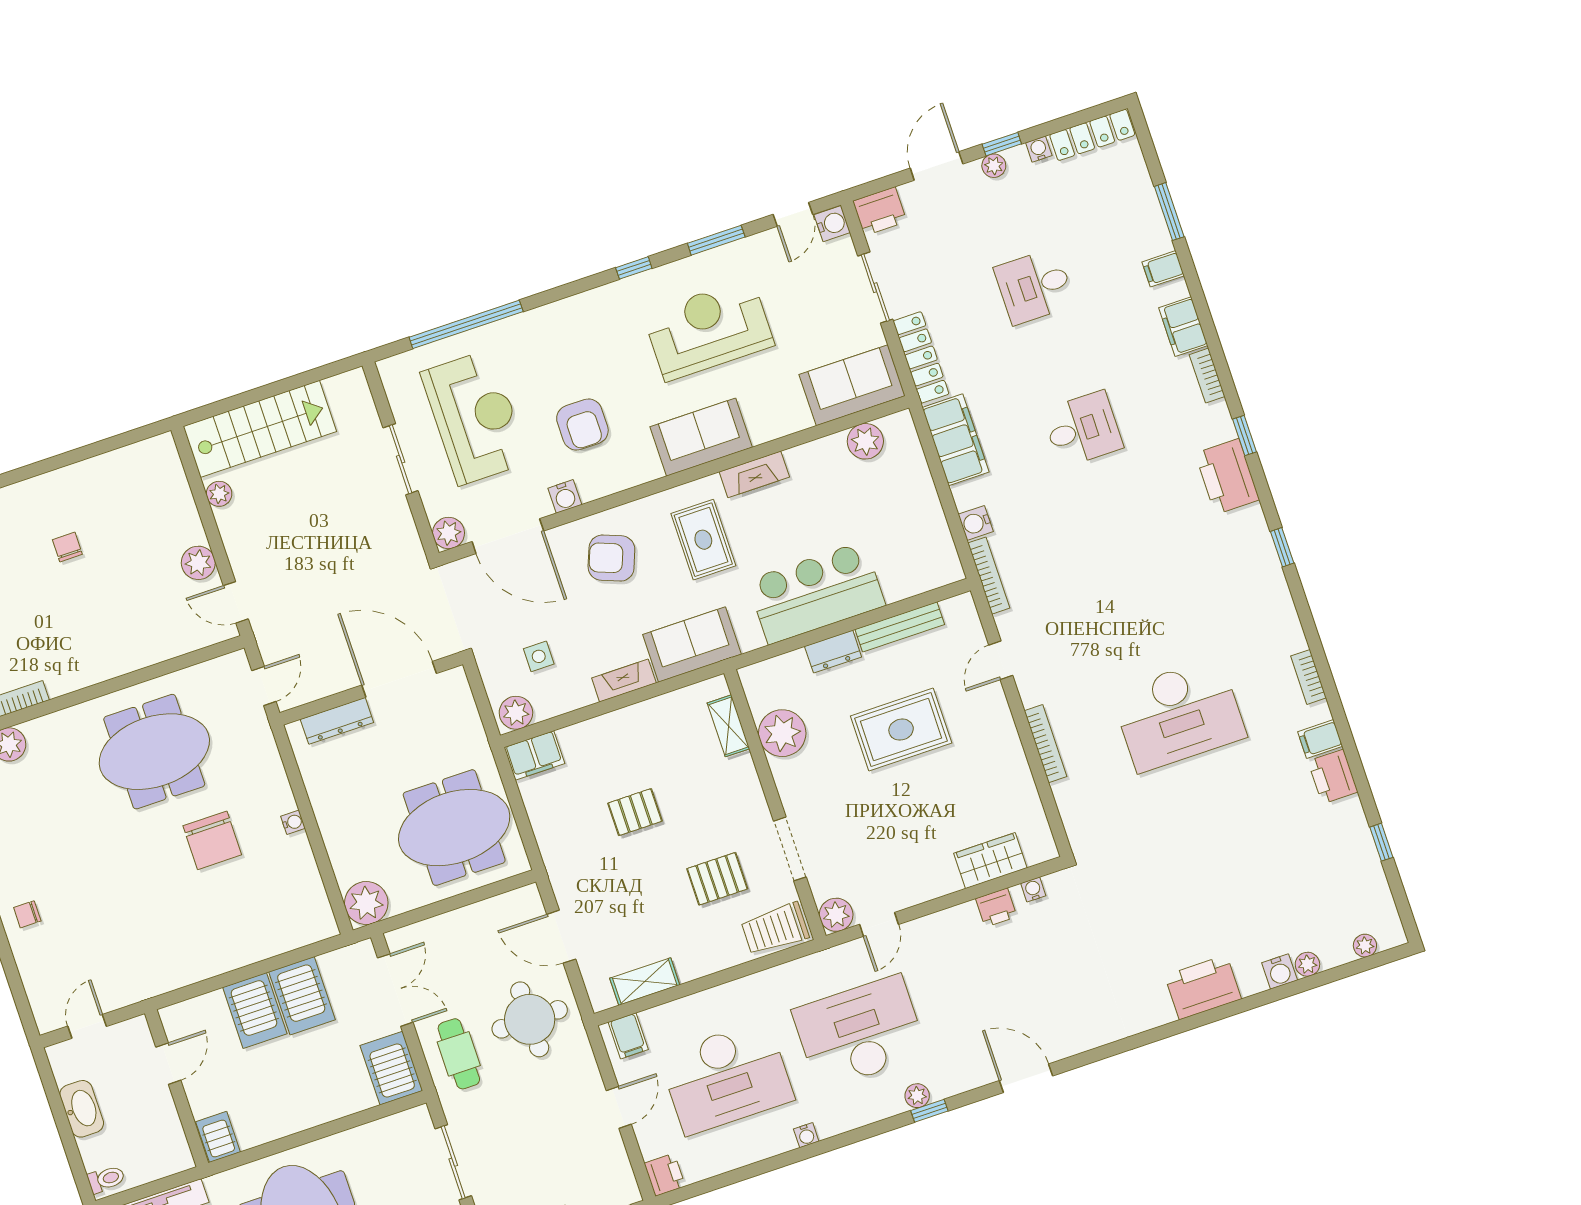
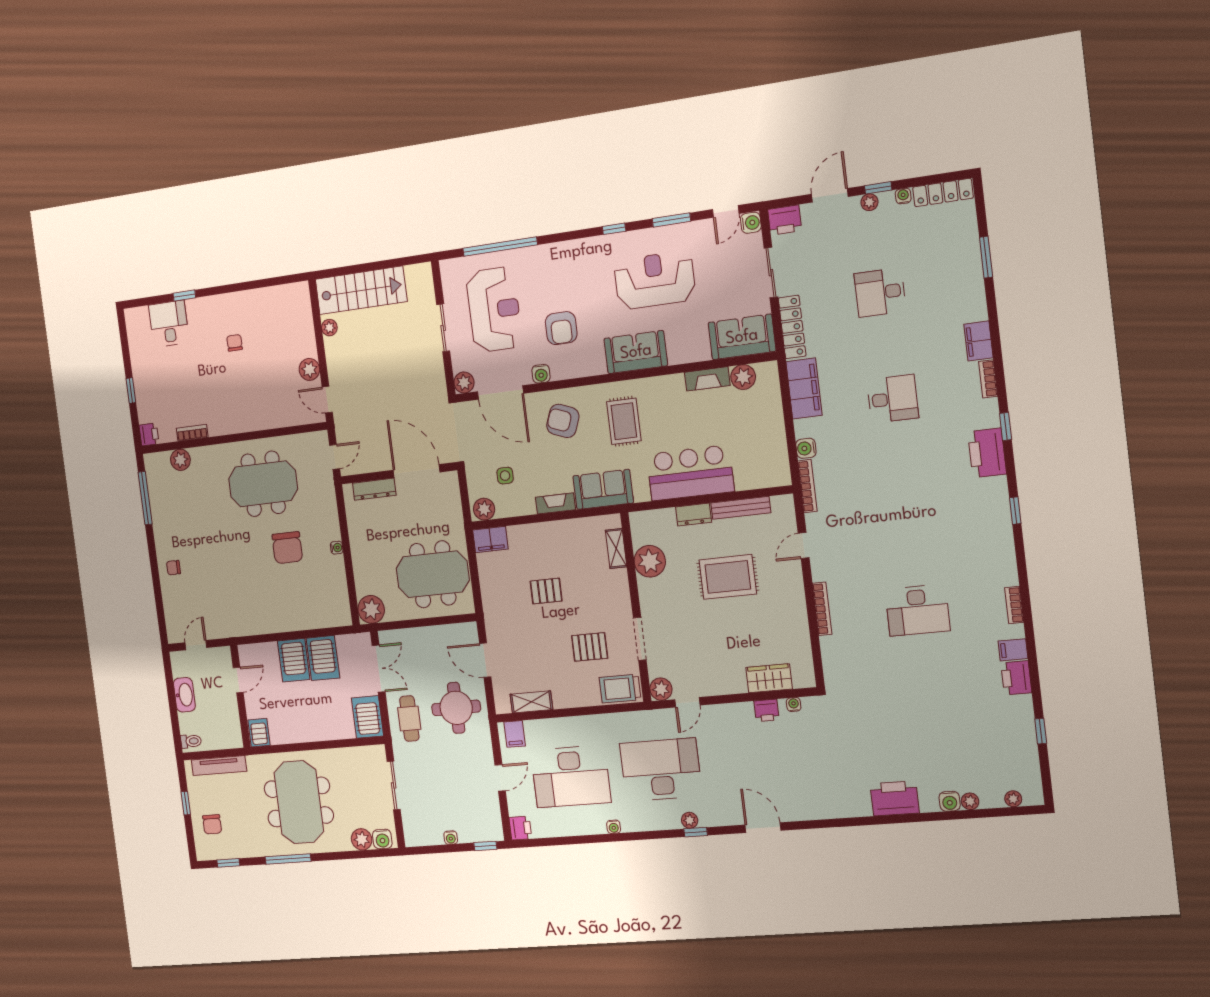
filing cabinet: (1163, 269) -> (973, 297), removed
fireplace: (754, 474) -> (707, 379), moved
desk: (1179, 715) -> (917, 610), width x0.73, depth x0.77

